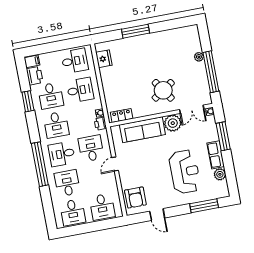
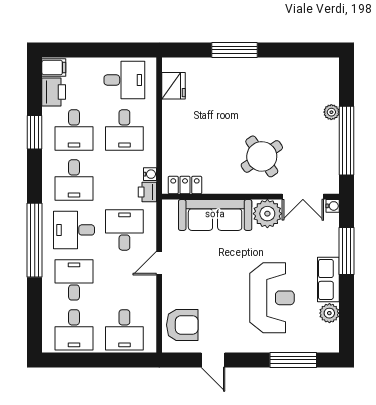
desk: (80, 90) -> (124, 130), turned 90
armchair: (135, 197) -> (182, 325), turned -90

